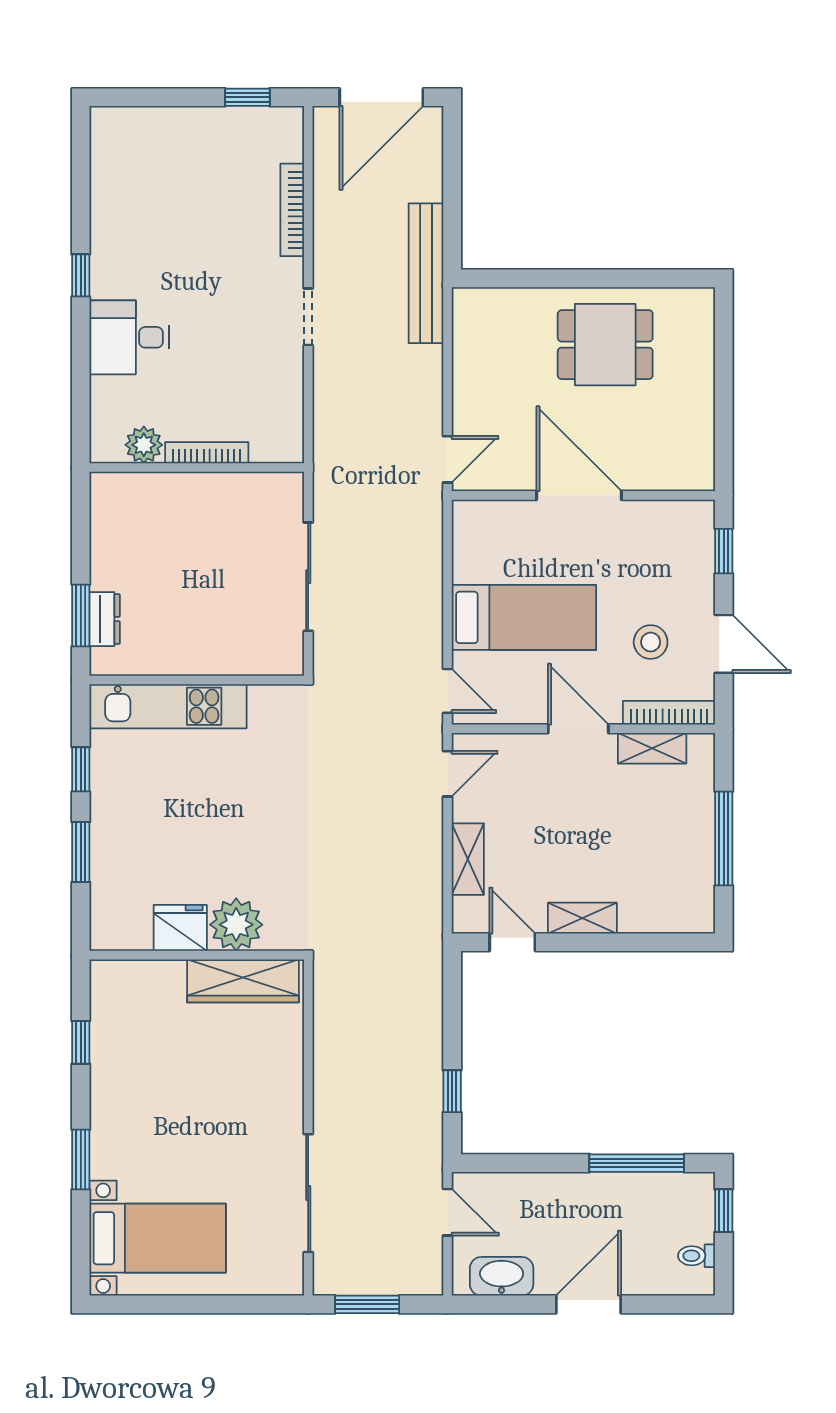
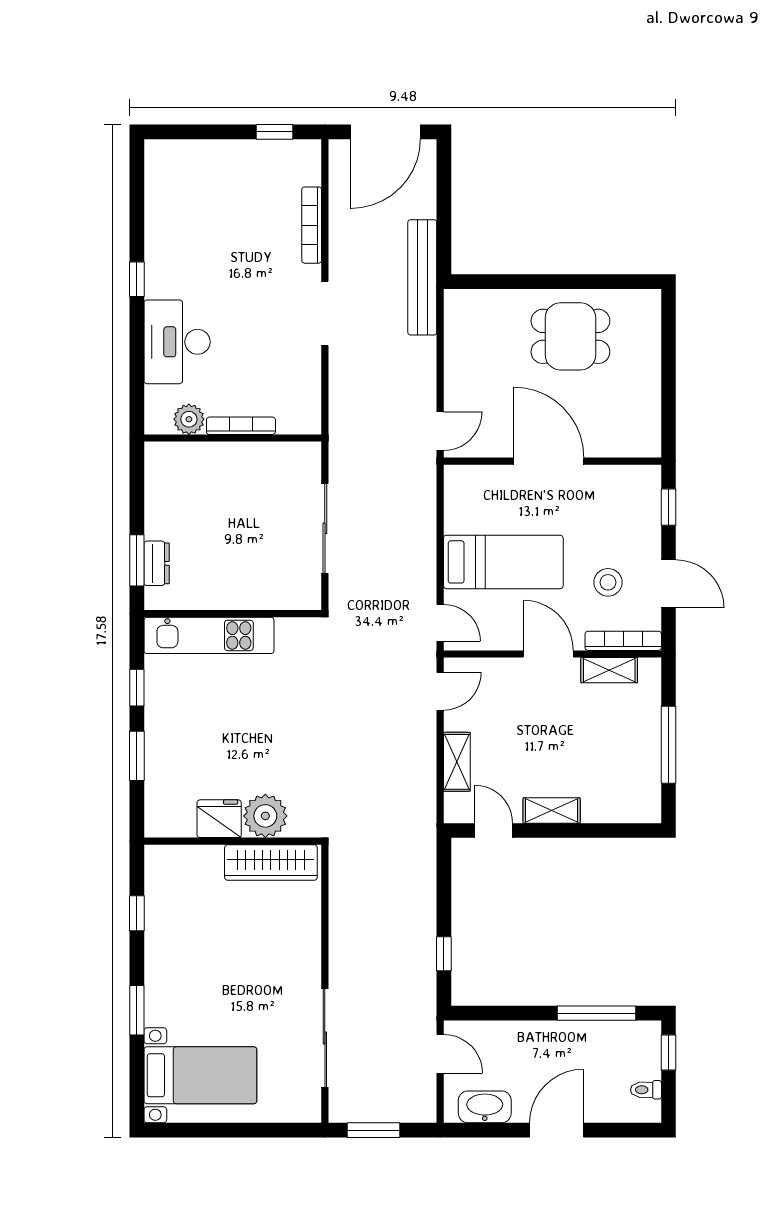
doorway: (308, 317) -> (325, 314), width x1.38
desk: (129, 337) -> (177, 342), width x1.37

